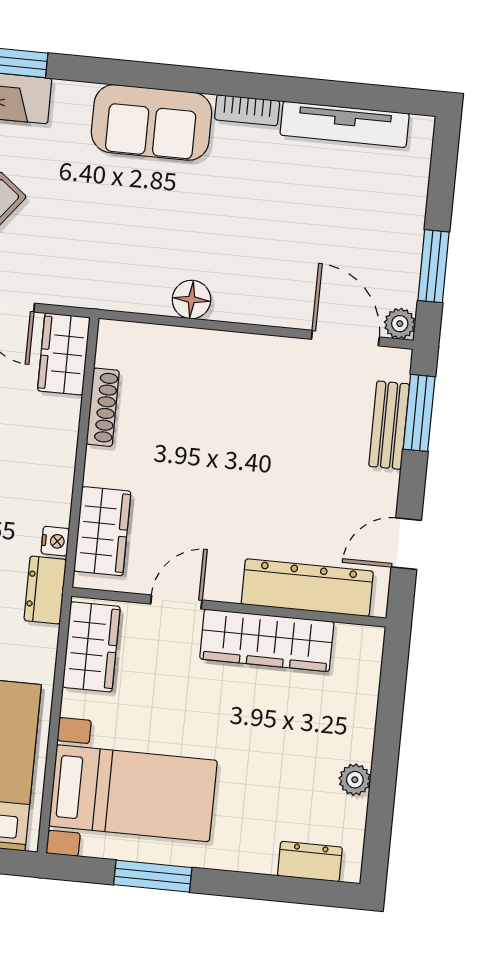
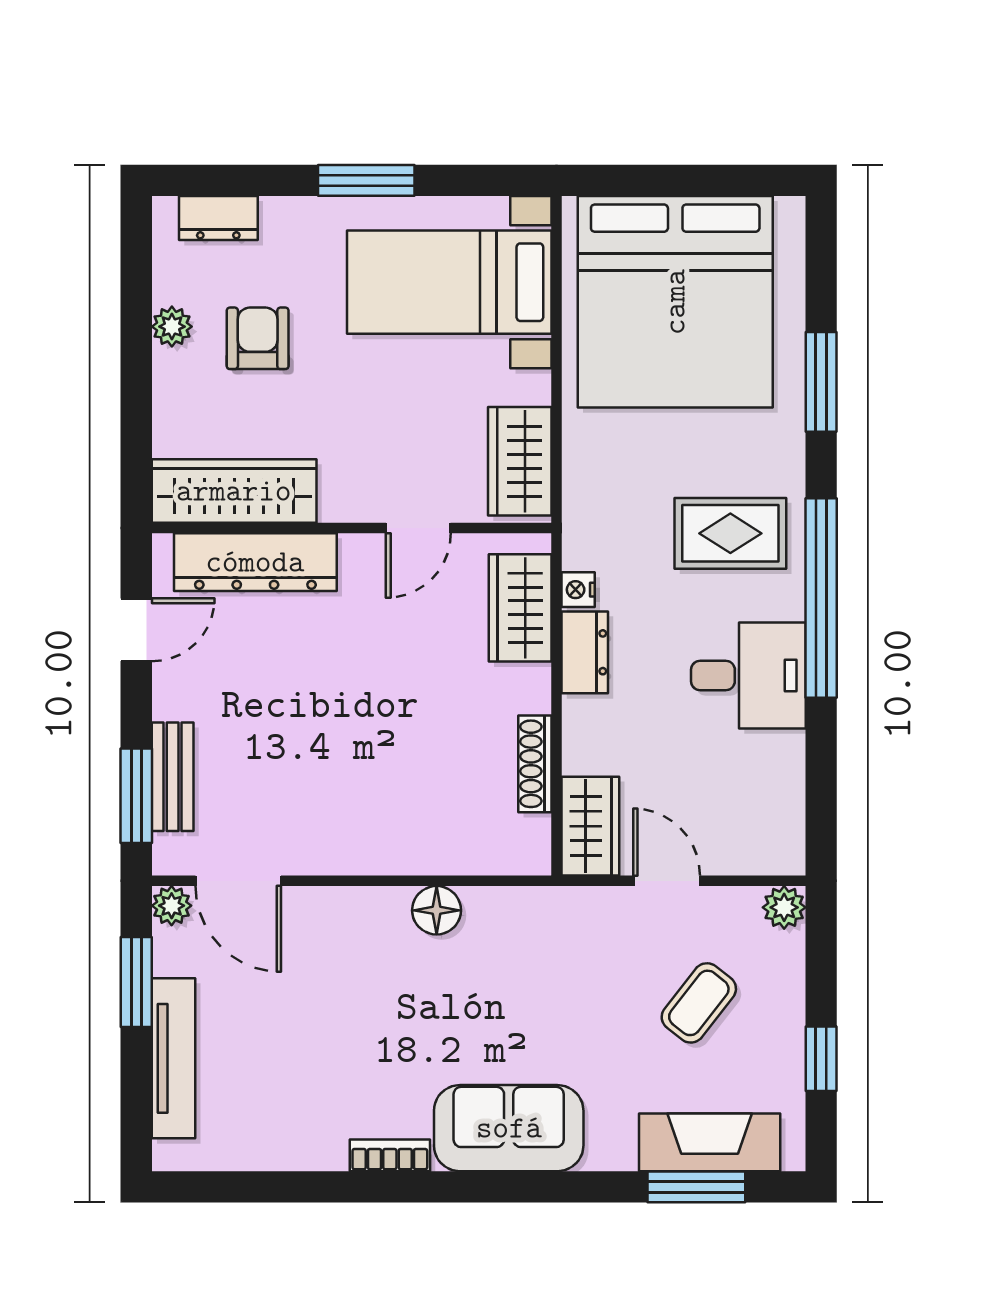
tv unit: (345, 124) -> (174, 1058), moved, turned 90
dresser: (45, 590) -> (585, 652), moved
wardrobe: (267, 640) -> (234, 491), moved
armchair: (288, 764) -> (258, 338), added
window: (153, 876) -> (366, 180), moved

